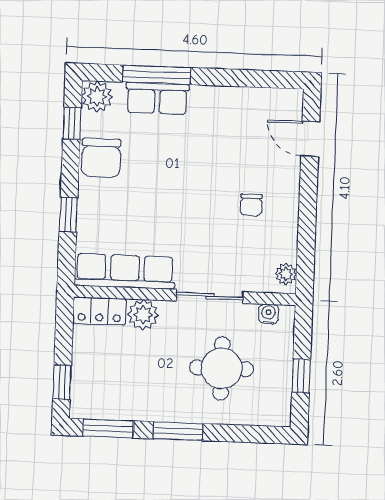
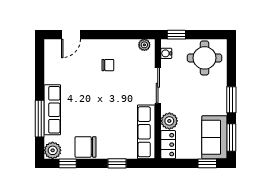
row of seats: (157, 98) -> (52, 110), width x1.48
chair: (101, 158) -> (86, 147), turned 180
round table: (221, 368) -> (205, 58), moved
window: (301, 376) -> (176, 35), moved
sofa: (110, 397) -> (214, 137), added

